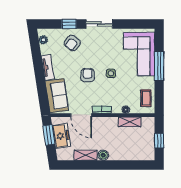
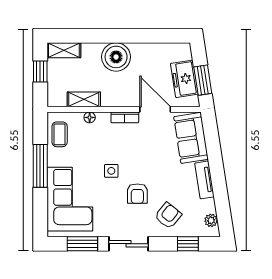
window: (69, 24) -> (188, 244), moved
window: (131, 24) -> (82, 244), added
window: (159, 66) -> (40, 166), moved
armchair: (88, 75) -> (137, 194), moved
shelving: (86, 155) -> (64, 50), moved
boiler: (103, 155) -> (116, 57), width x1.86, depth x1.86

